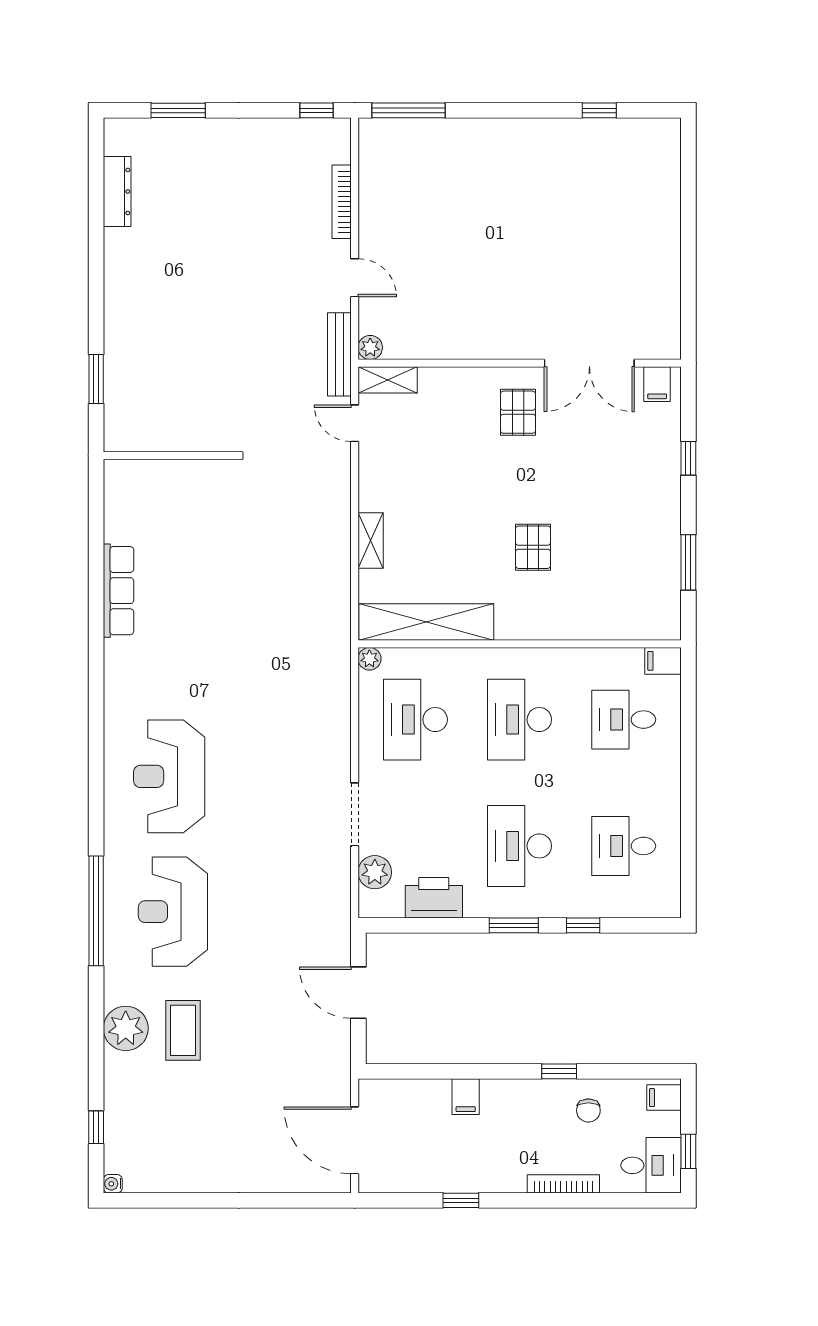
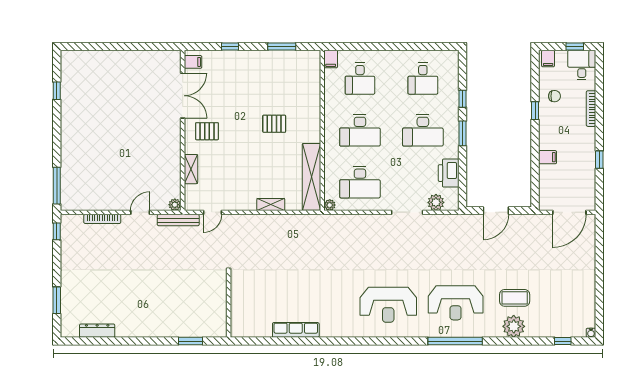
shelving: (388, 380) -> (191, 169), moved

